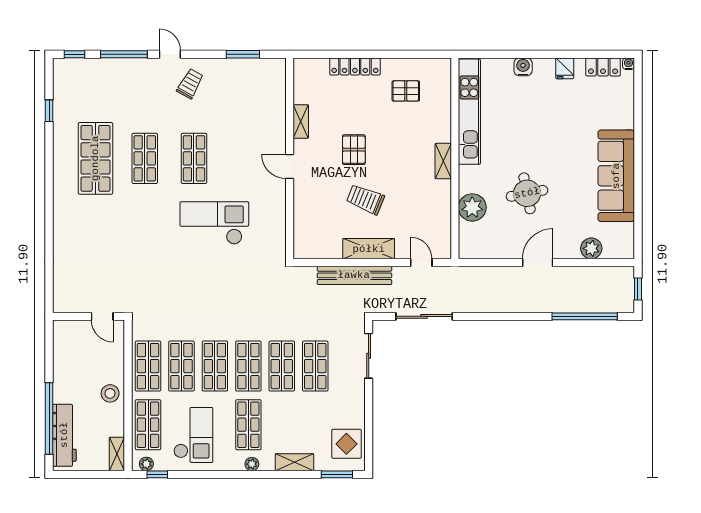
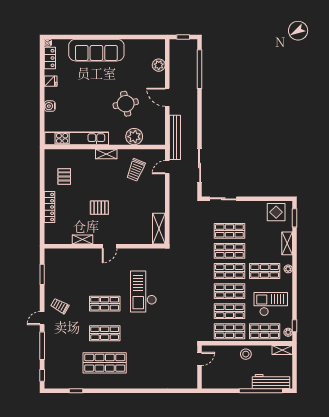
sofa: (616, 176) -> (96, 50), moved
trolley: (365, 199) -> (136, 170), moved
shelving: (369, 249) -> (159, 229), moved
bench: (354, 275) -> (175, 137), moved

